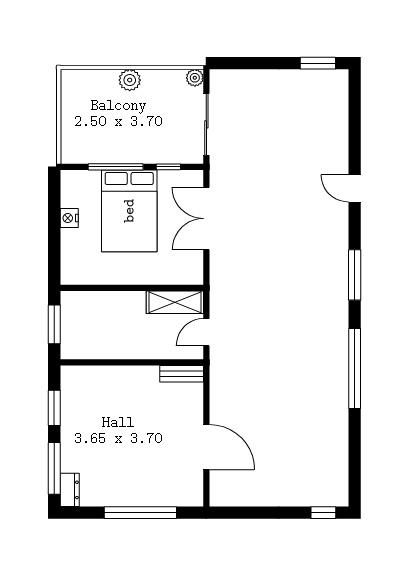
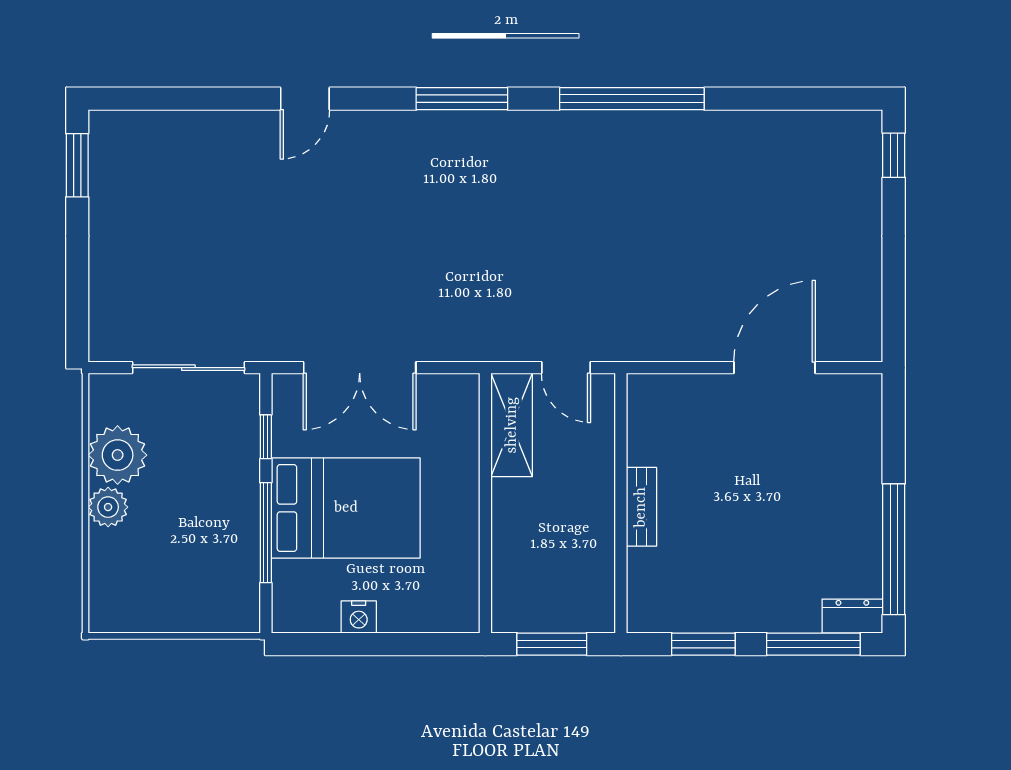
plant: (195, 78) -> (118, 455), moved, width x1.88, depth x1.88
bench: (182, 374) -> (641, 507), moved
window: (140, 513) -> (894, 549), moved

